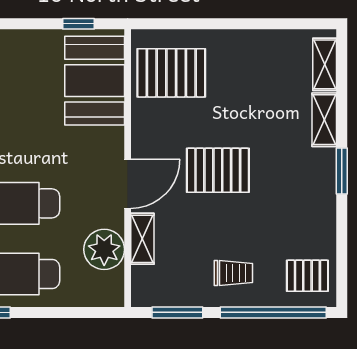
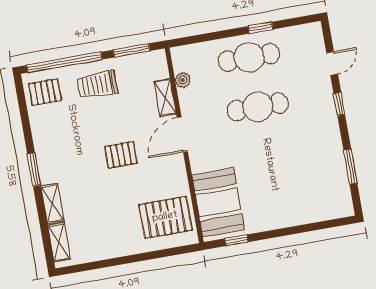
pallet: (218, 170) -> (121, 155), width x0.67, depth x0.71
plant: (104, 249) -> (183, 80), width x0.53, depth x0.53
trolley: (233, 273) -> (97, 85), width x1.36, depth x1.39

